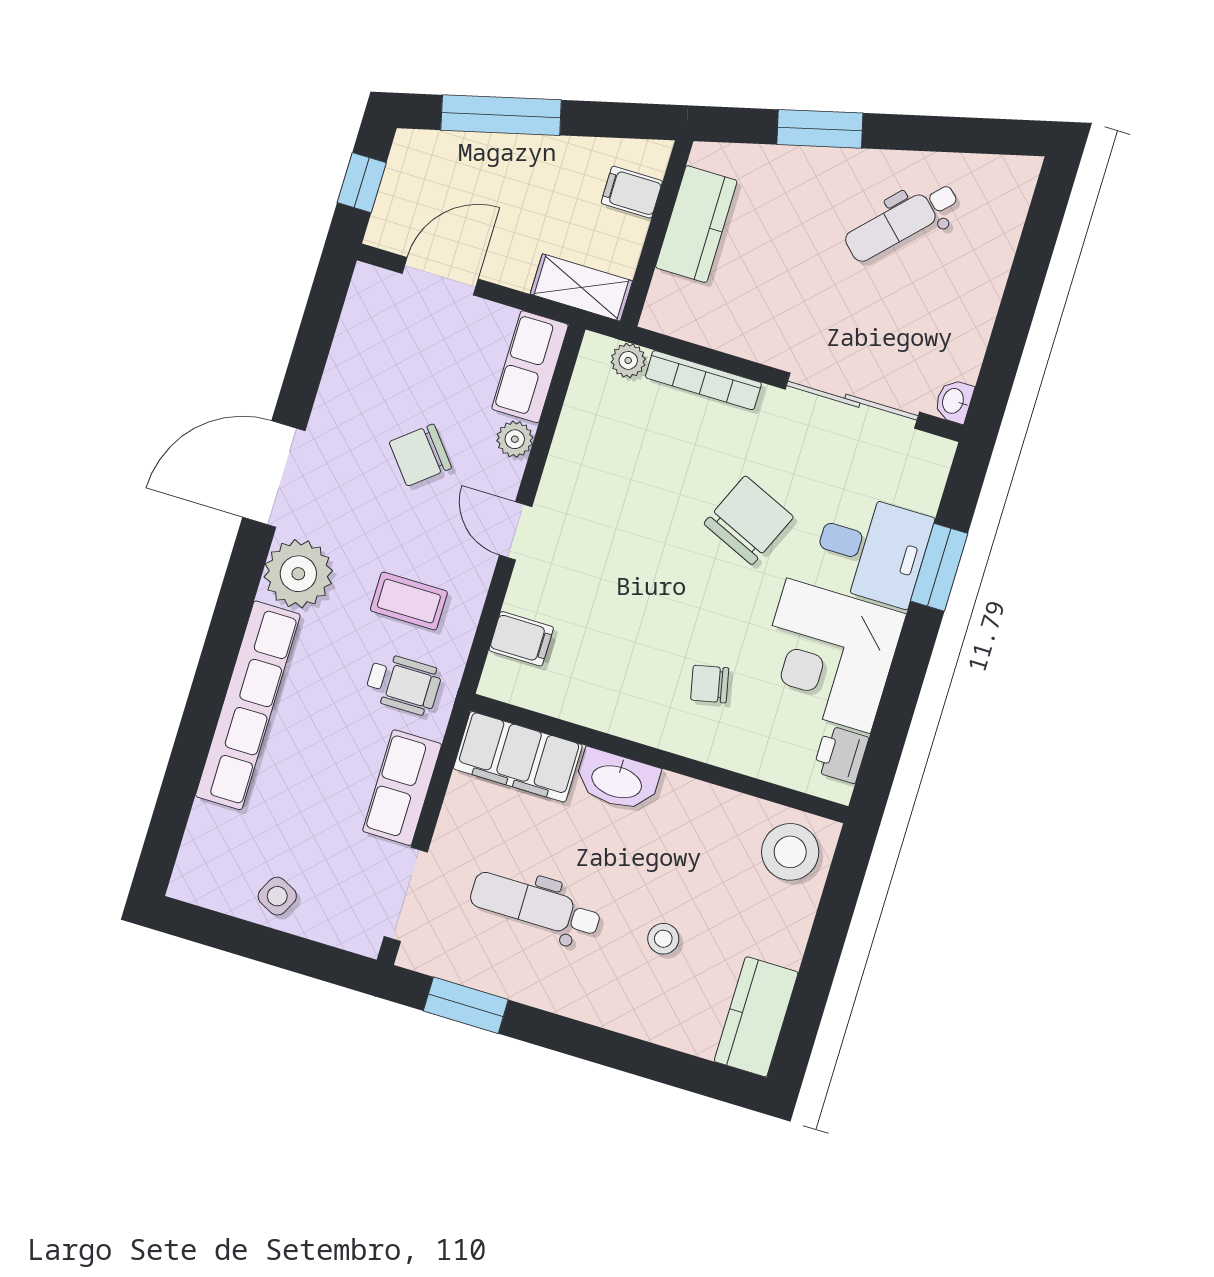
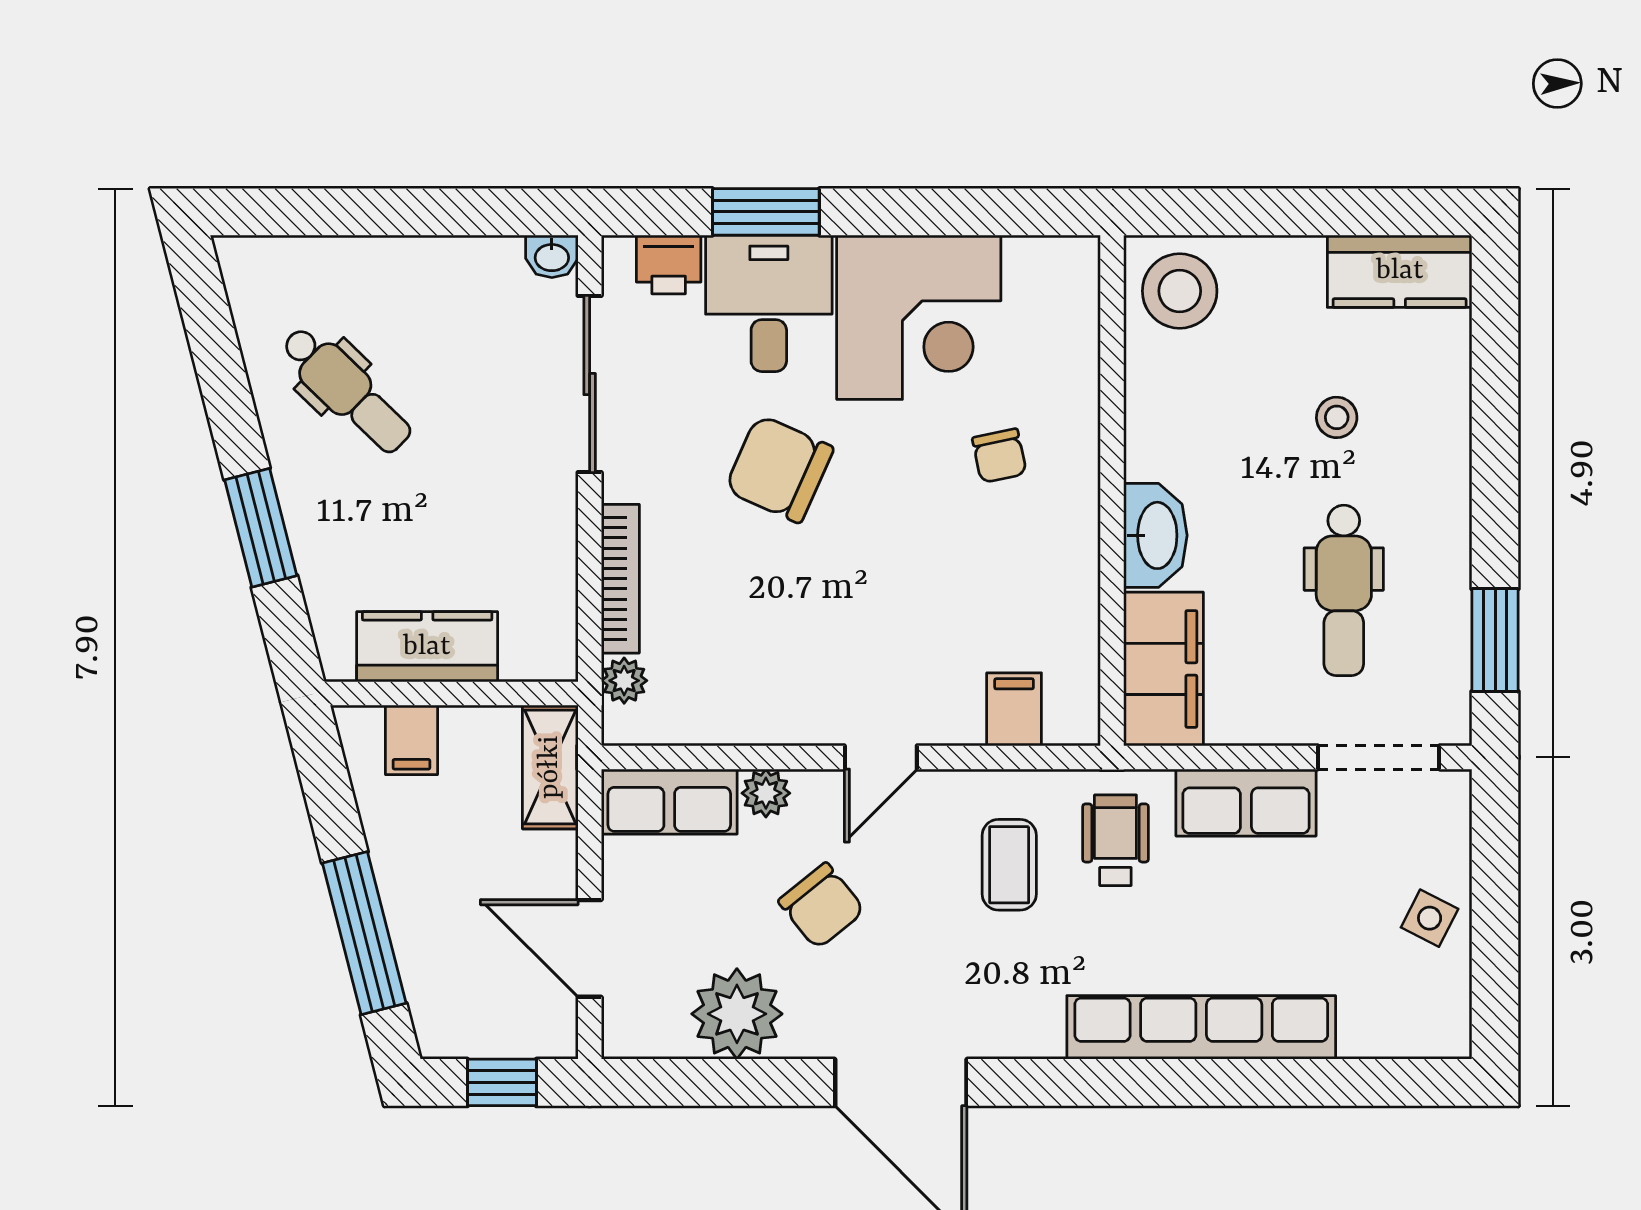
plant: (298, 574) -> (737, 1014), moved
printer: (841, 754) -> (669, 264), moved

